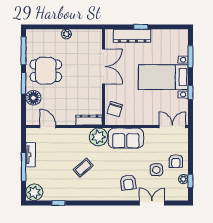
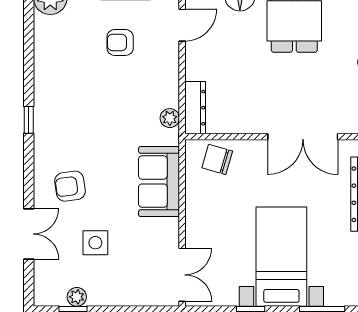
plant: (98, 137) -> (170, 118), width x0.53, depth x0.53
armchair: (176, 161) -> (120, 42), moved
coffee table: (83, 168) -> (100, 96), removed
window: (59, 203) -> (29, 120), moved

